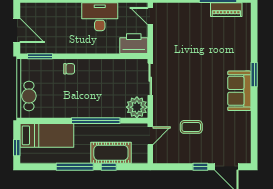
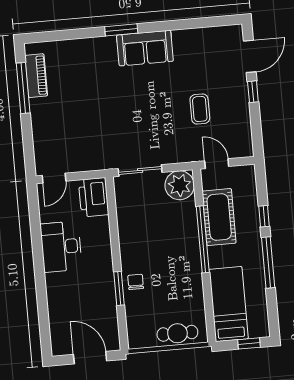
door: (17, 31) -> (90, 358), hinge flipped
window: (40, 56) -> (119, 288), moved
cot: (111, 153) -> (219, 217), moved

